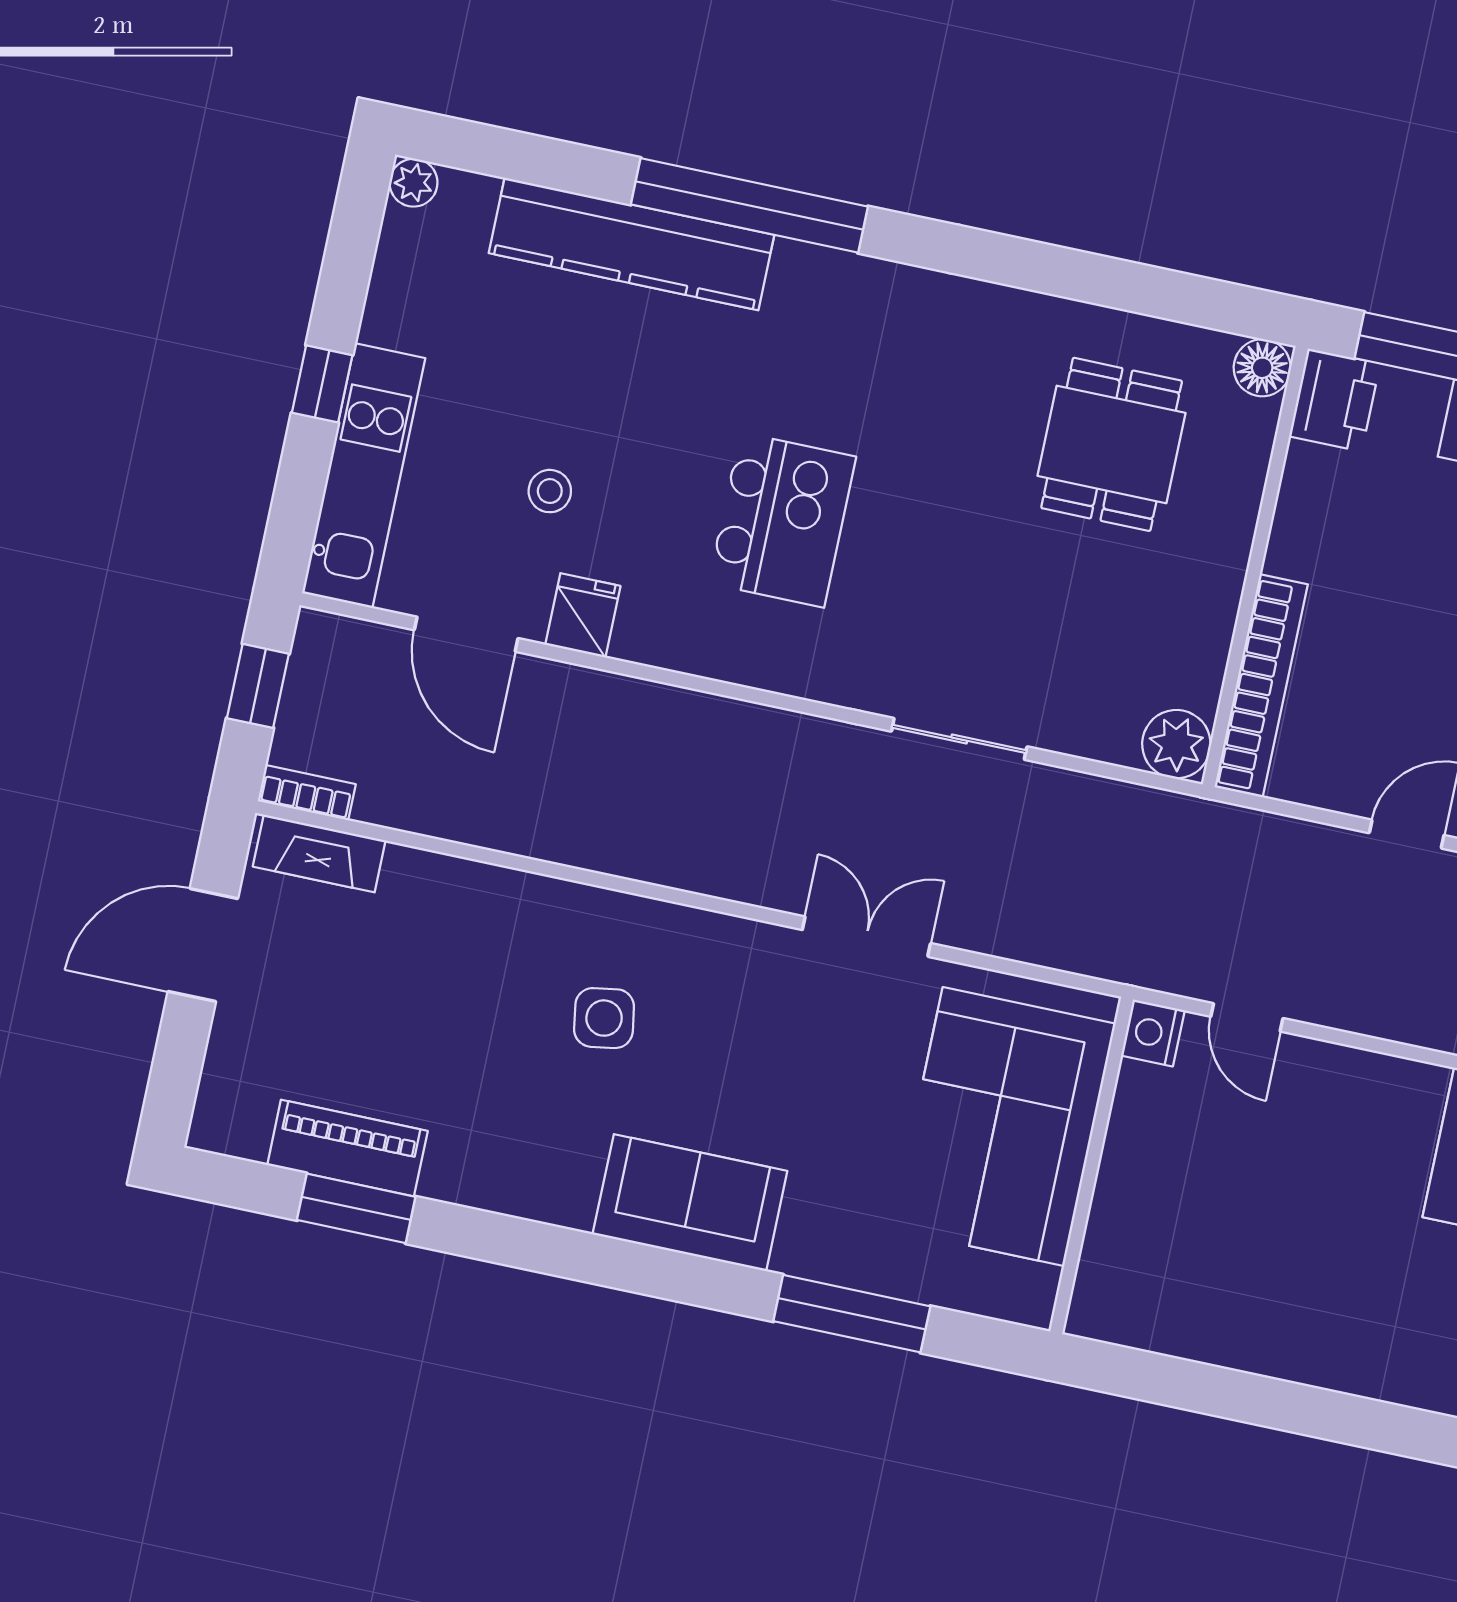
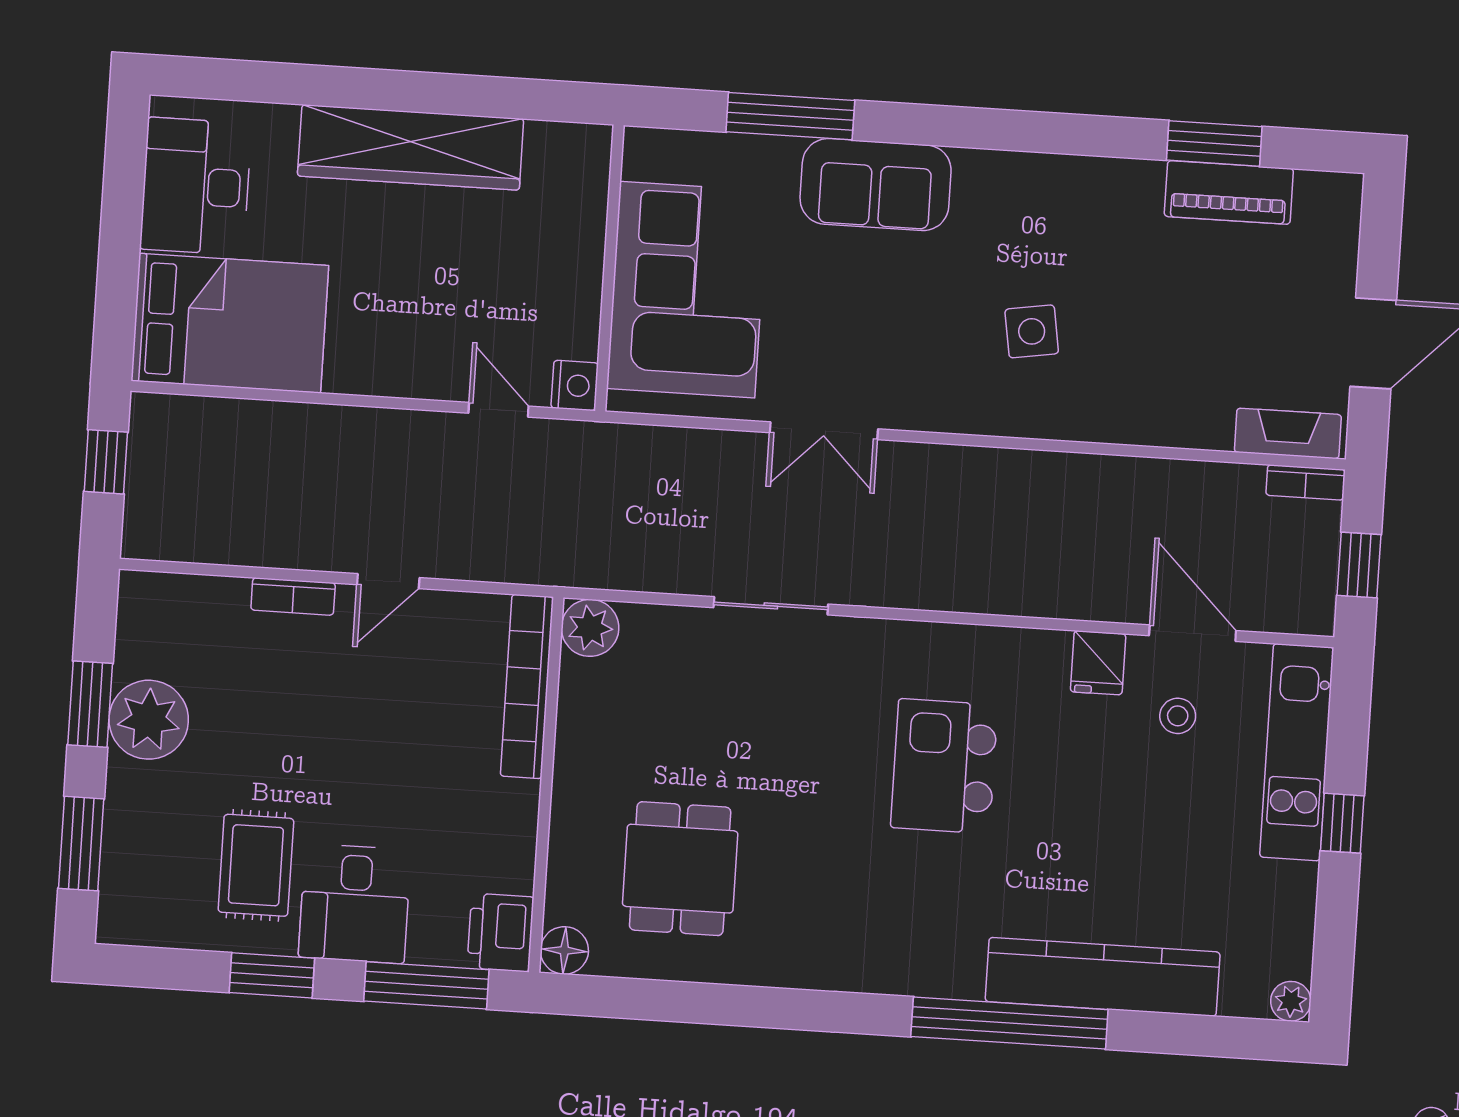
stool: (550, 491) -> (1178, 716), moved
sofa: (690, 1203) -> (876, 185), moved
wardrobe: (1305, 1342) -> (411, 147), added

